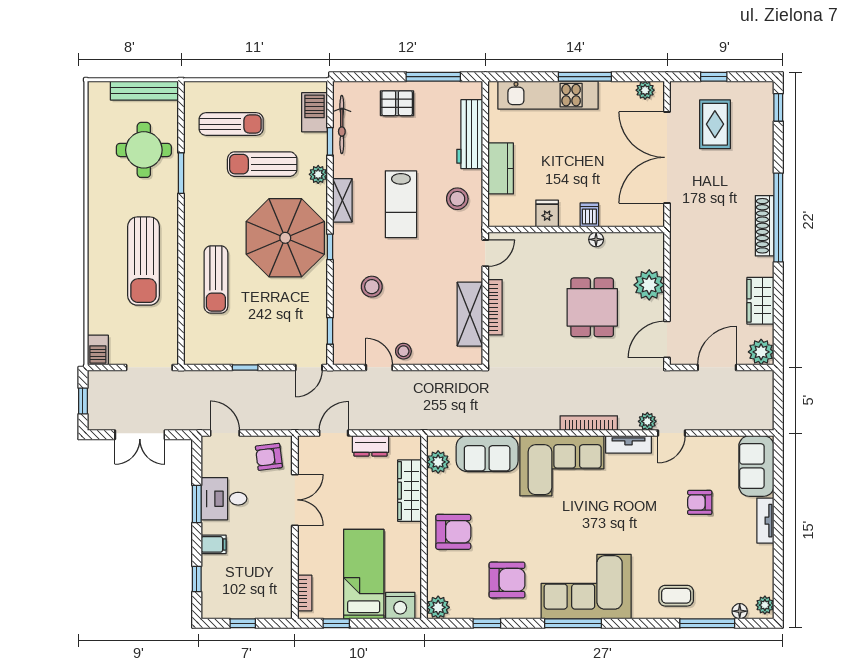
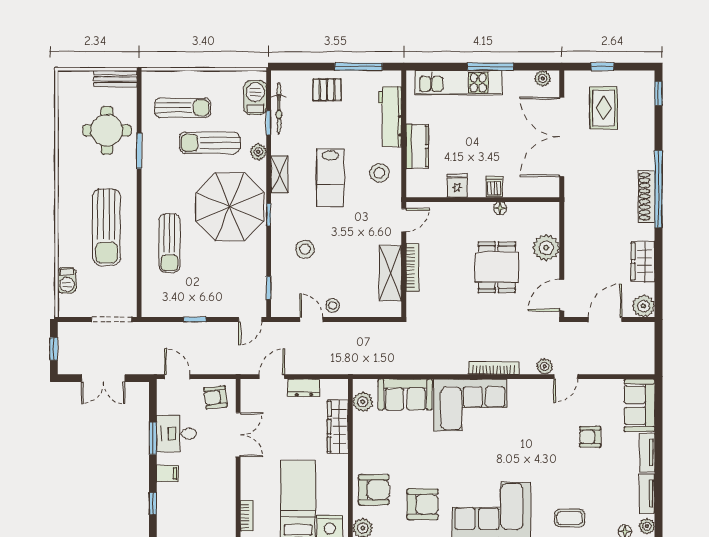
bench: (144, 91) -> (115, 79), width x0.73
barbecue: (98, 350) -> (67, 280), moved
tv unit: (629, 444) -> (647, 494), moved, turned 90
armchair: (453, 532) -> (374, 490), moved

